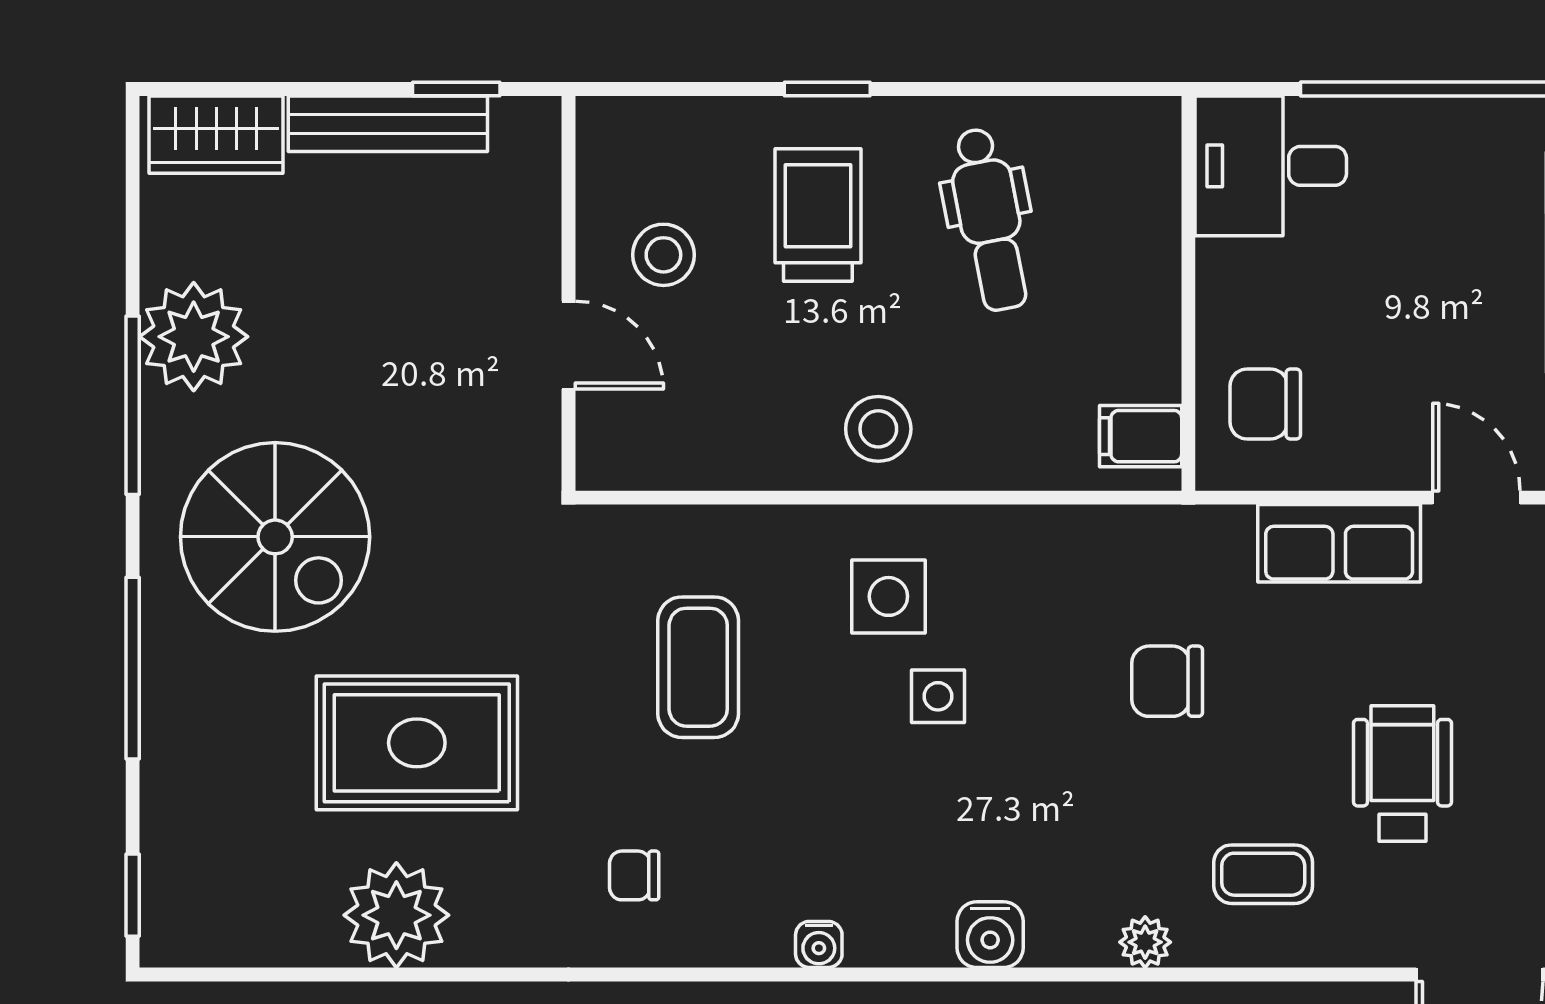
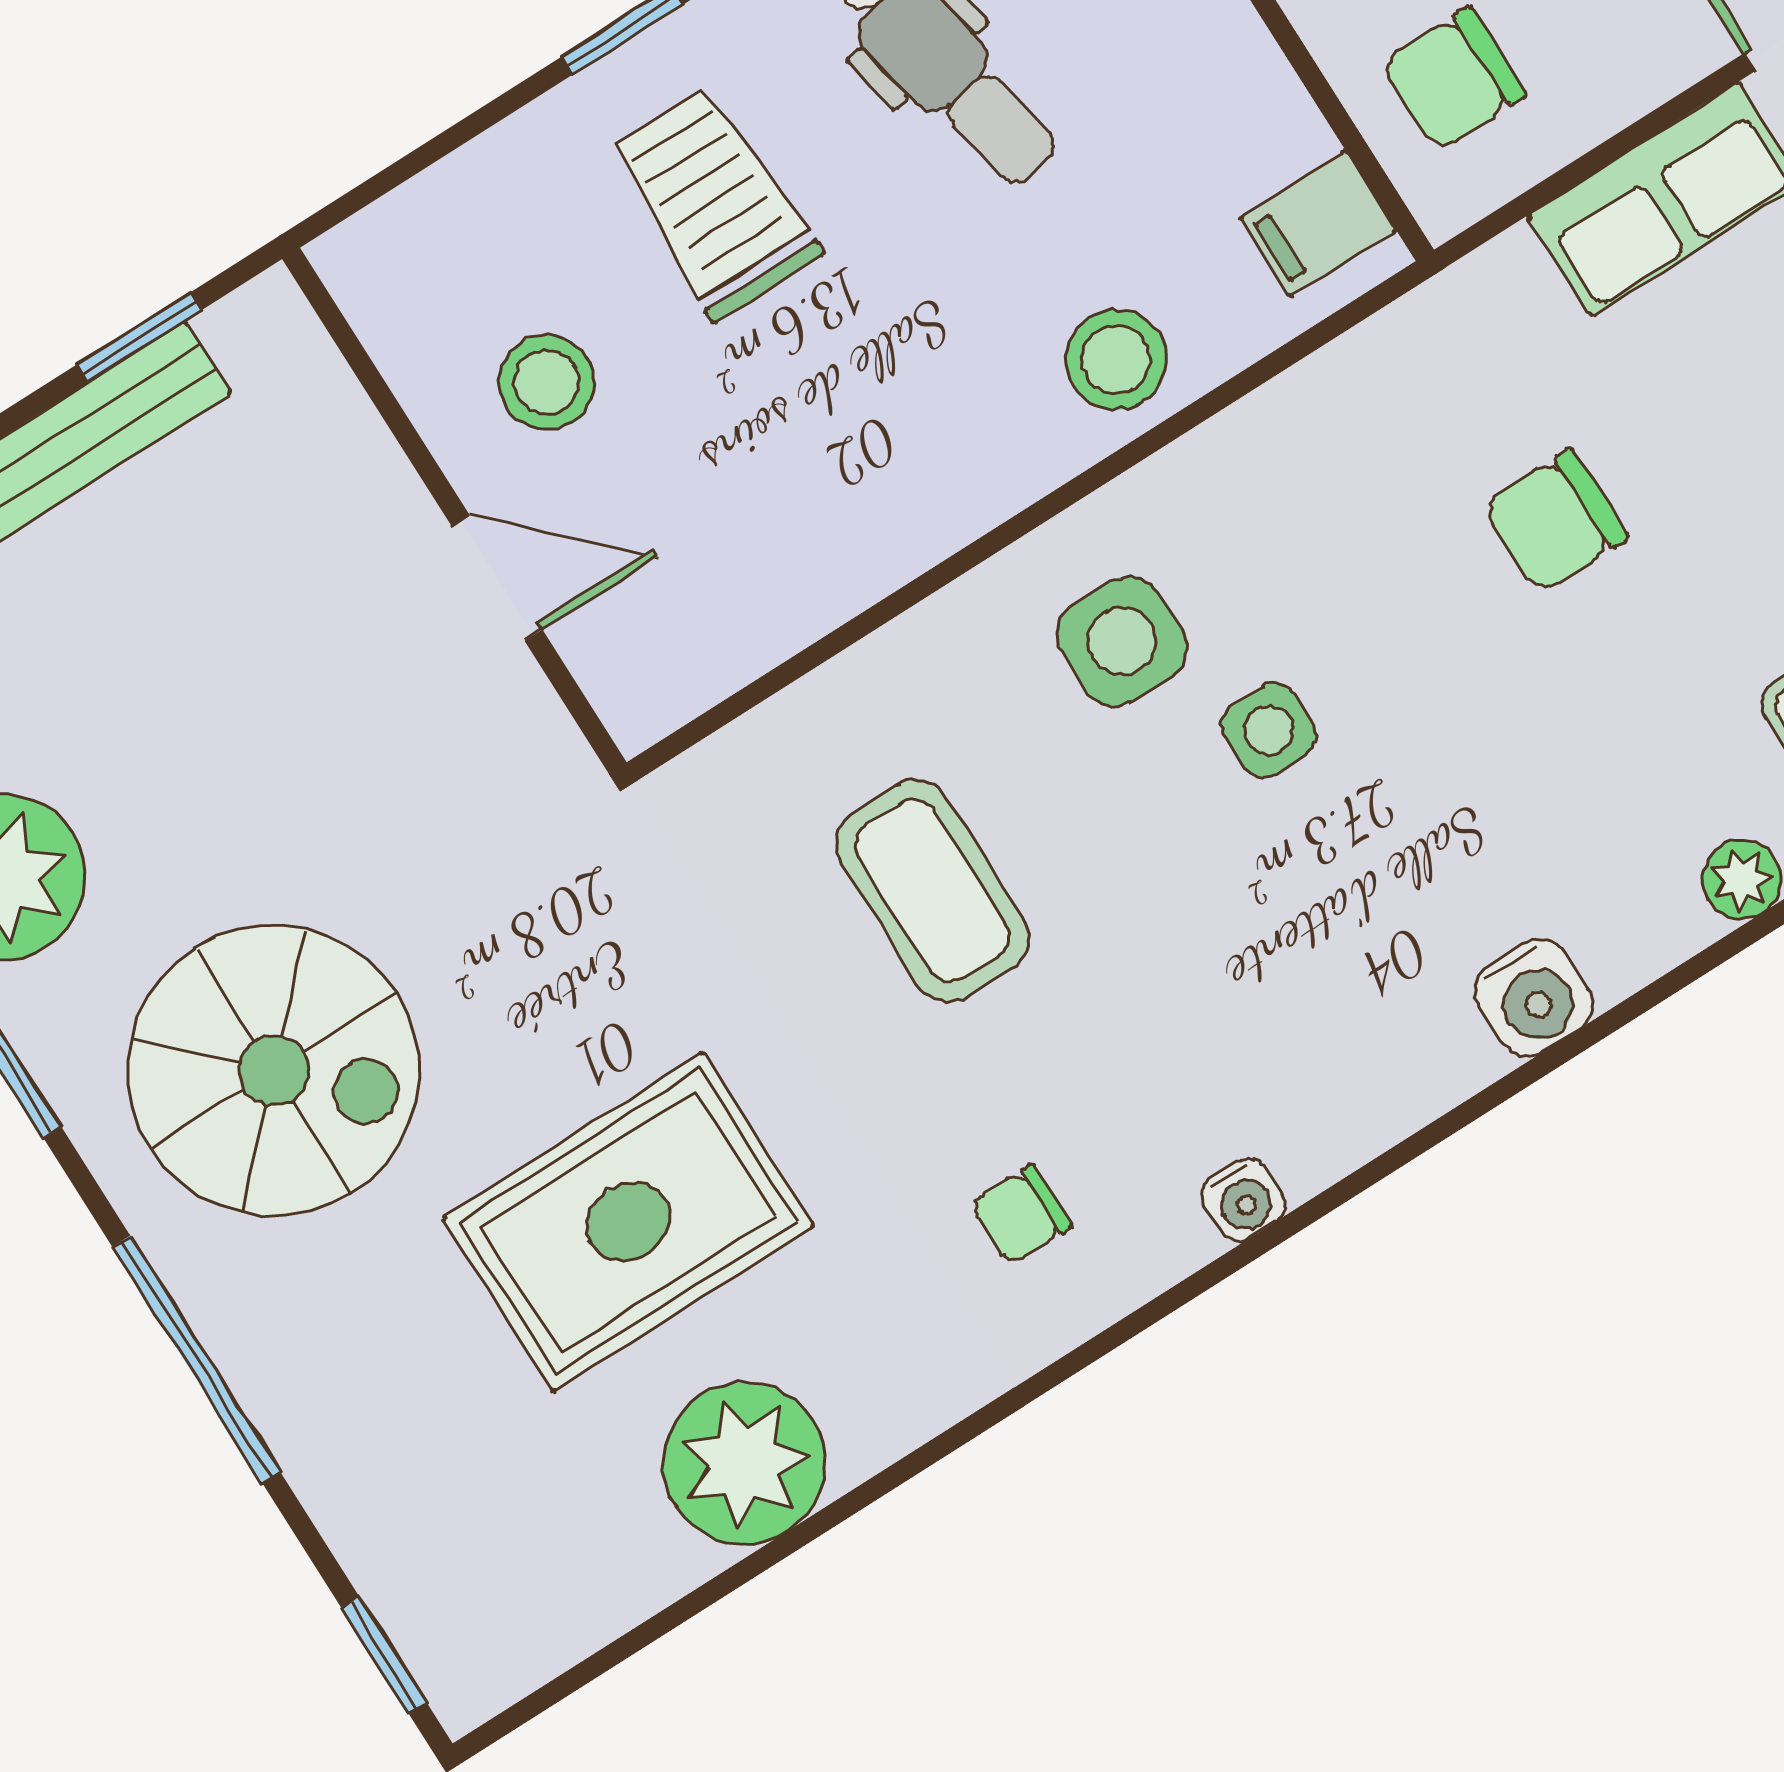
stool: (878, 429) -> (1116, 360), moved
water cooler: (819, 944) -> (1243, 1200), moved

